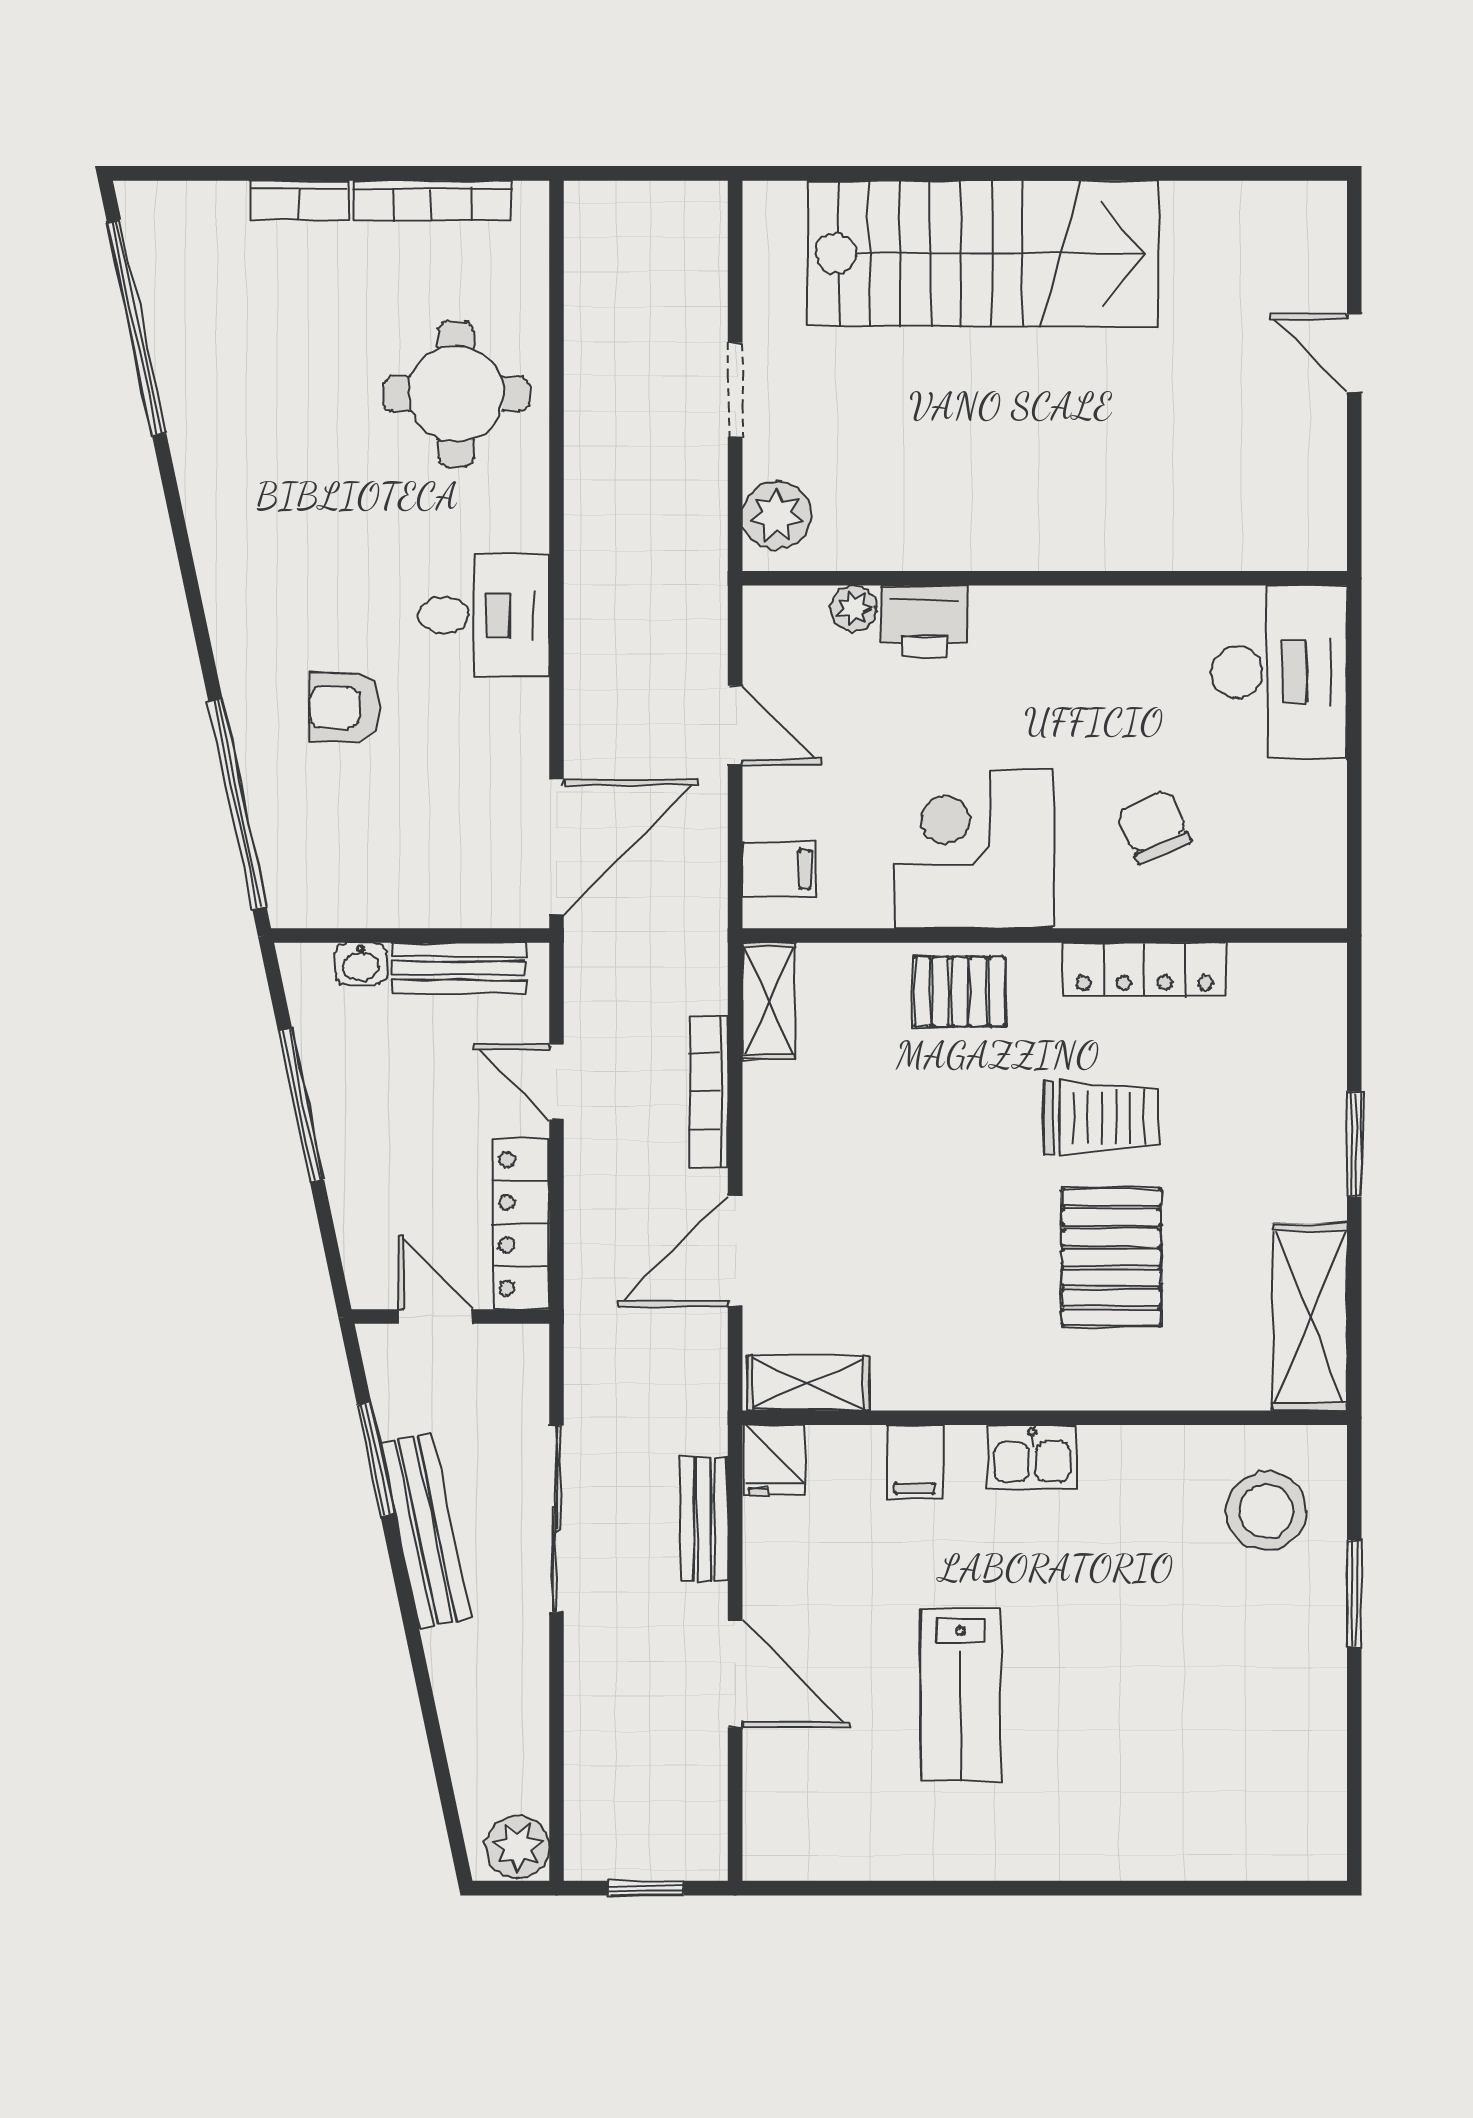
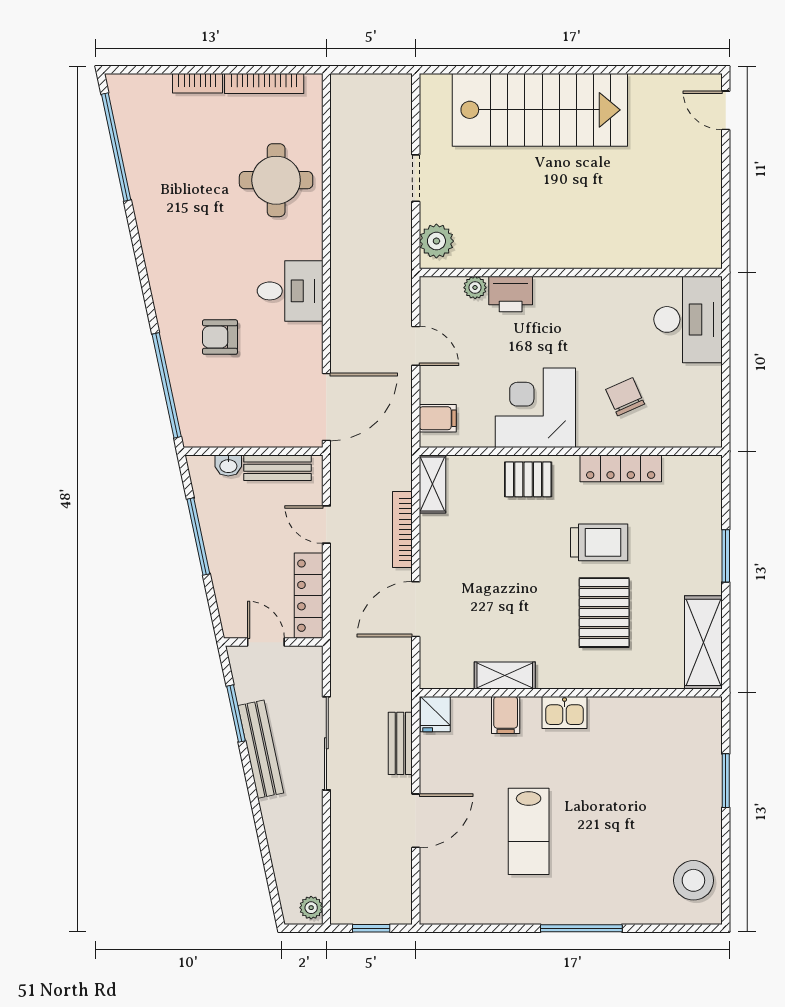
door: (1354, 353) -> (726, 110), moved
shelving: (808, 1383) -> (505, 675), moved
stool: (1266, 1511) -> (693, 880), moved
door: (735, 1674) -> (416, 821), hinge flipped
plant: (518, 1847) -> (311, 908), width x0.73, depth x0.73
window: (1066, 1888) -> (581, 928), added

